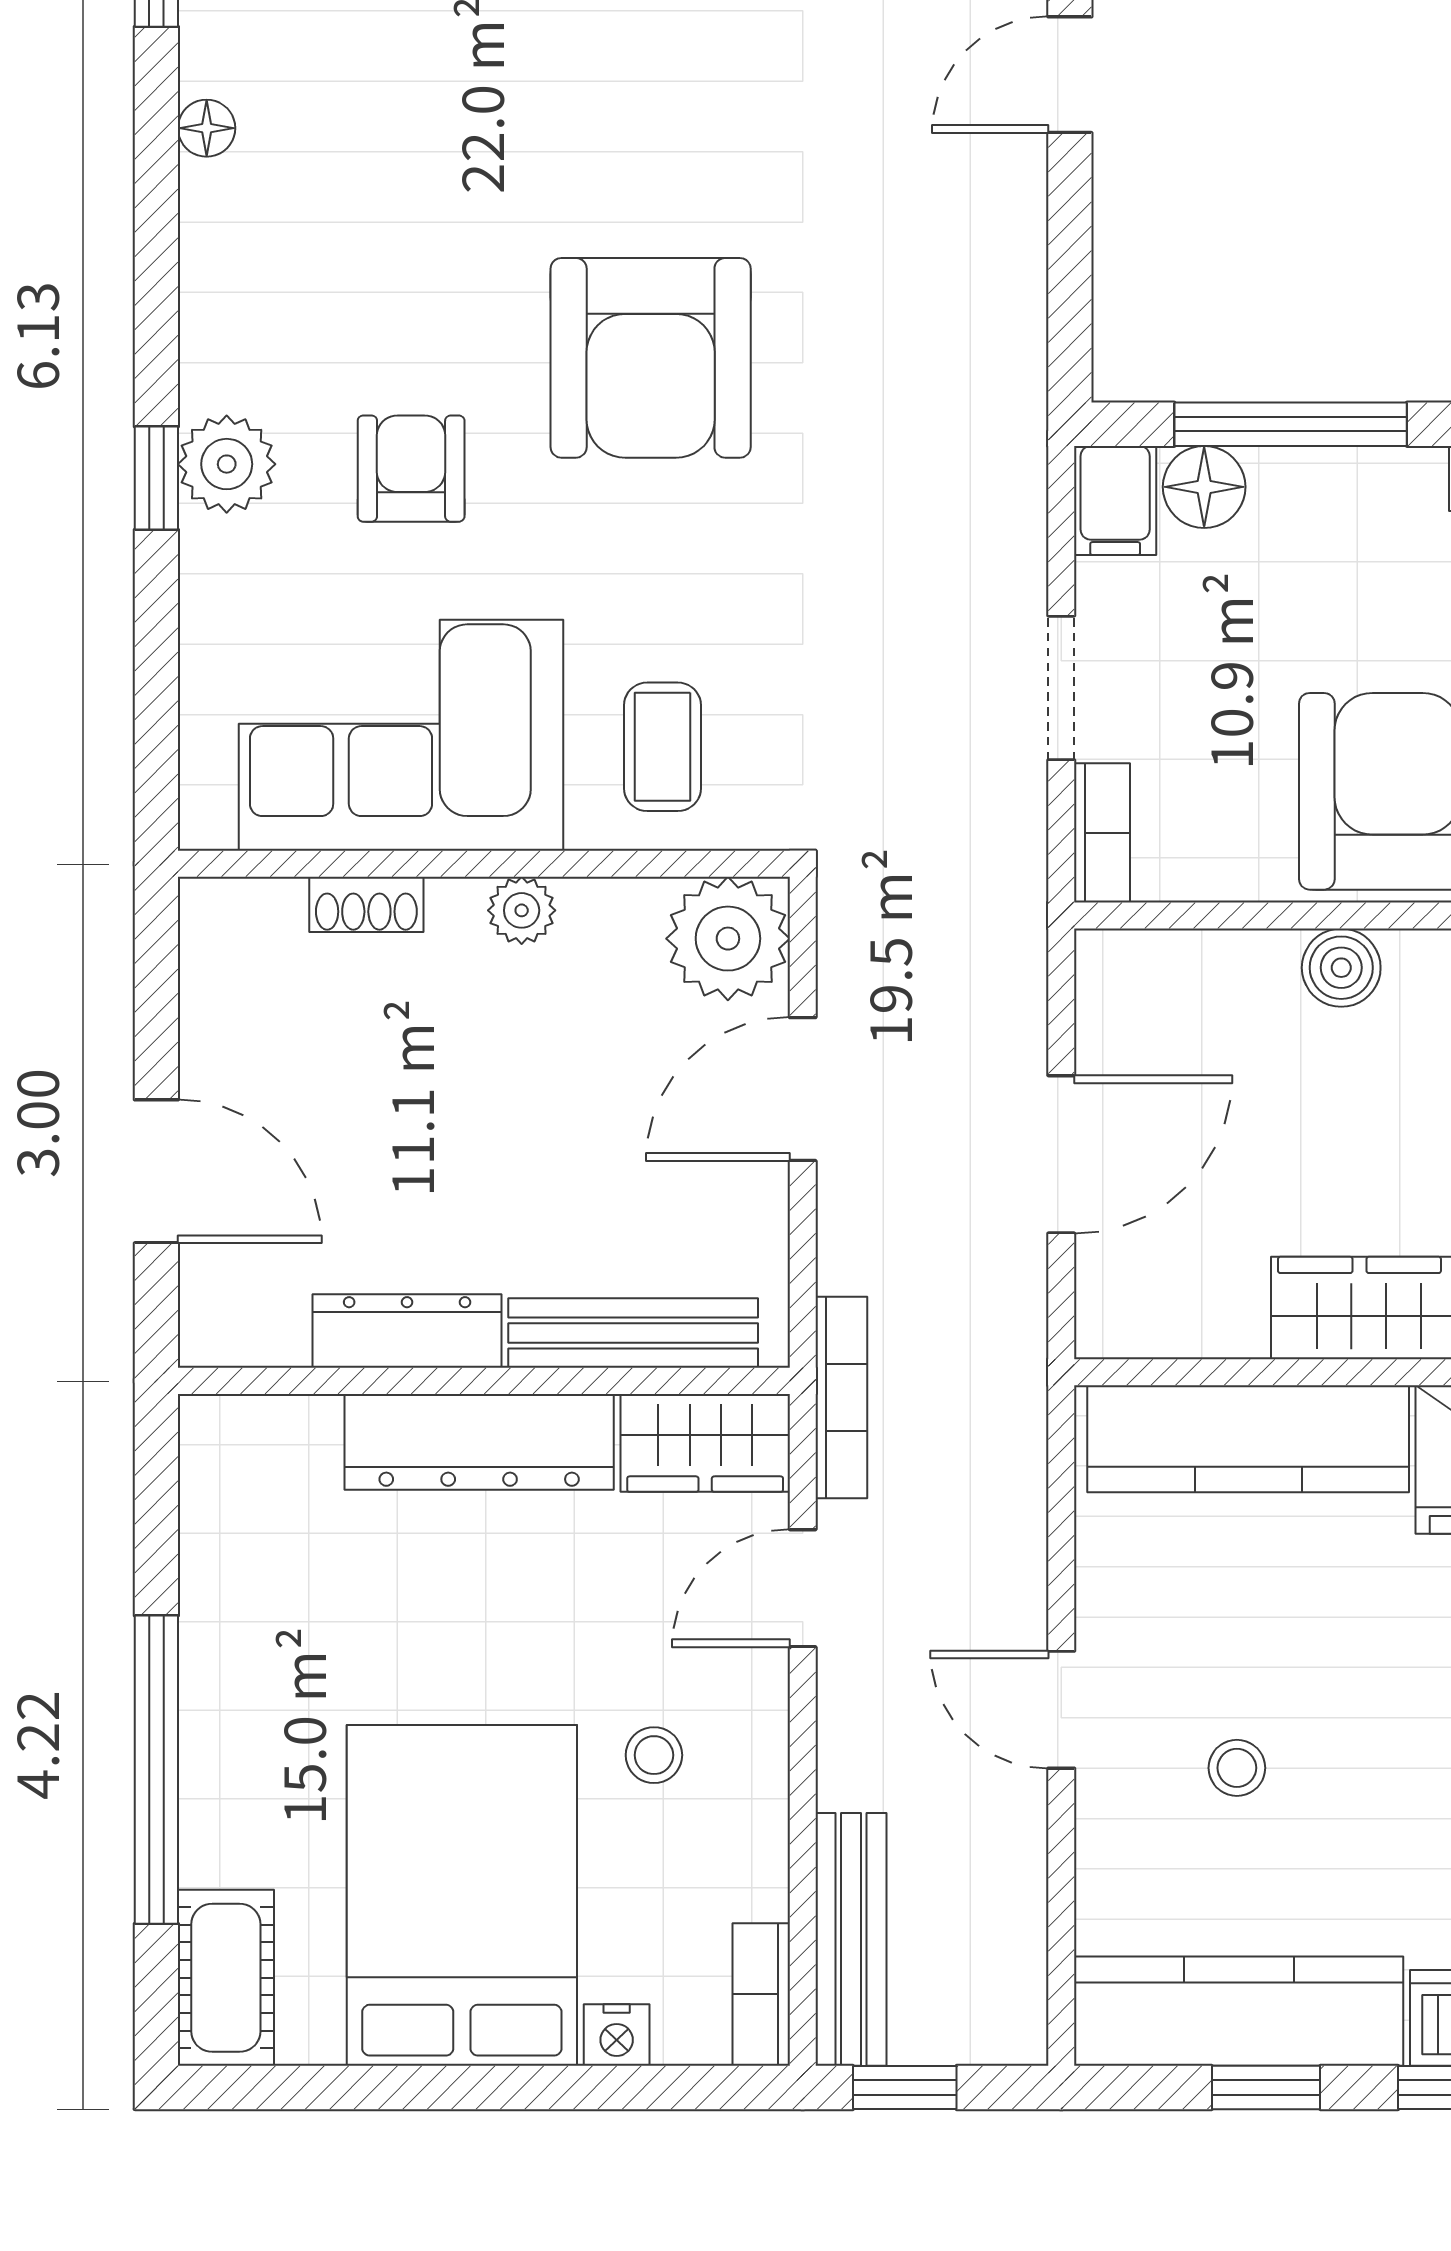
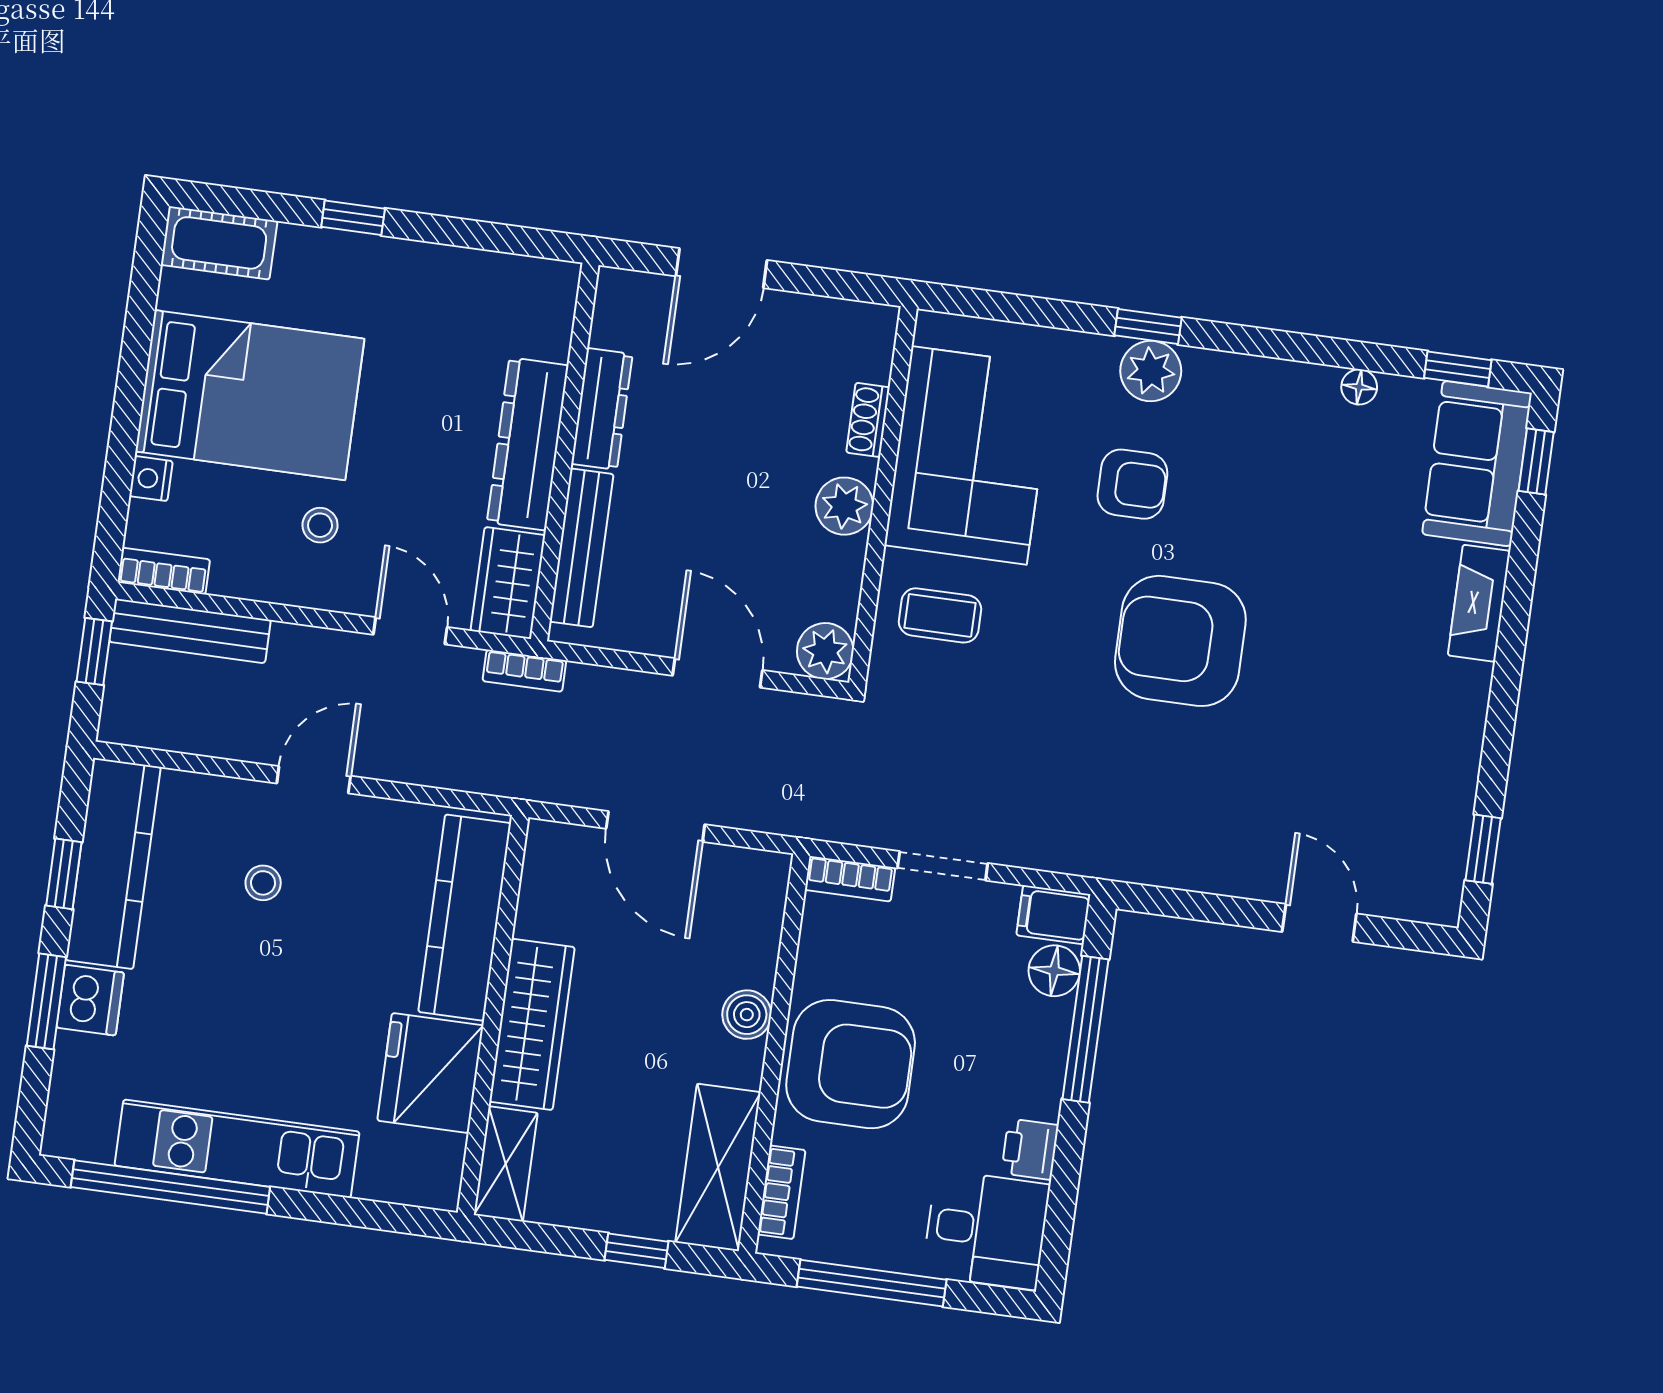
plant: (522, 910) -> (844, 506), width x1.38, depth x1.38
plant: (728, 939) -> (825, 651), width x0.73, depth x0.73
bookcase: (841, 1397) -> (524, 671), width x0.64
window: (156, 1770) -> (353, 218), width x0.32

